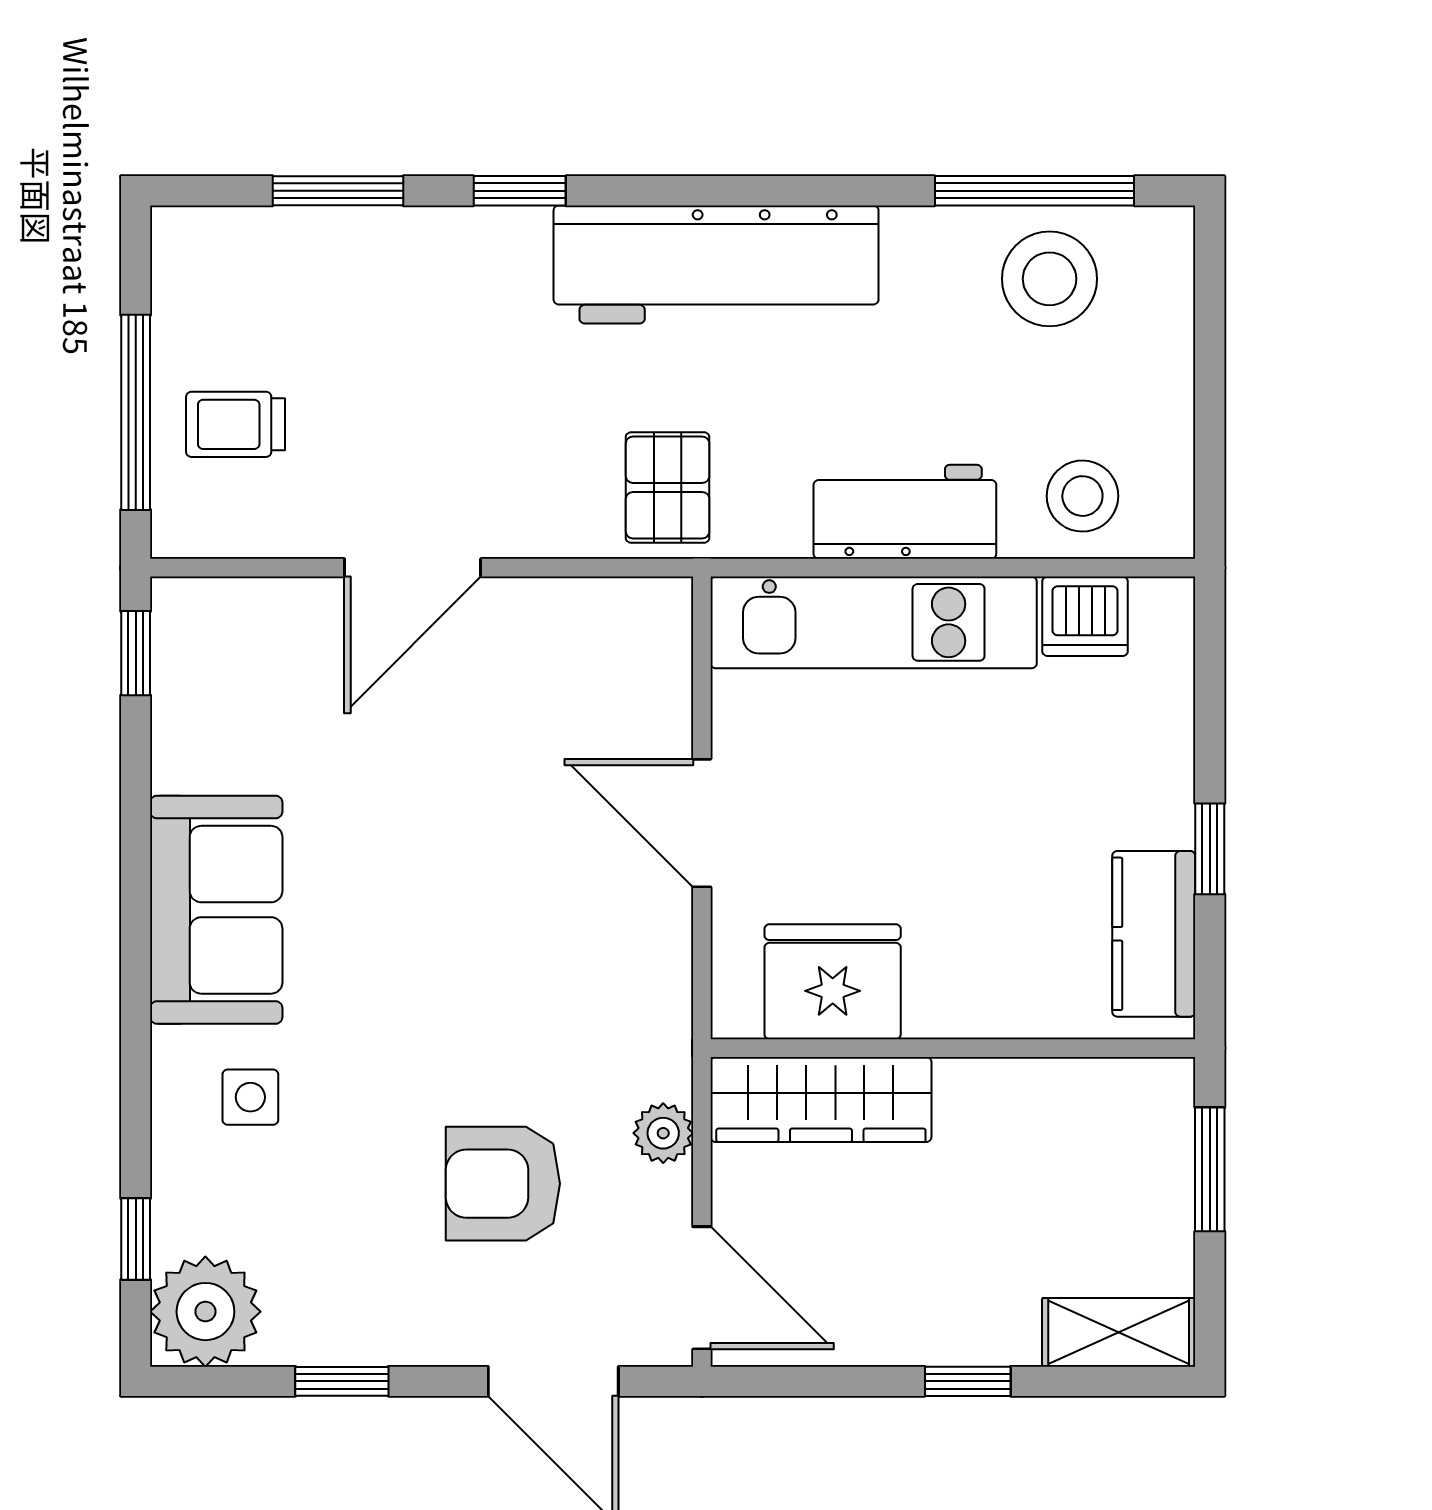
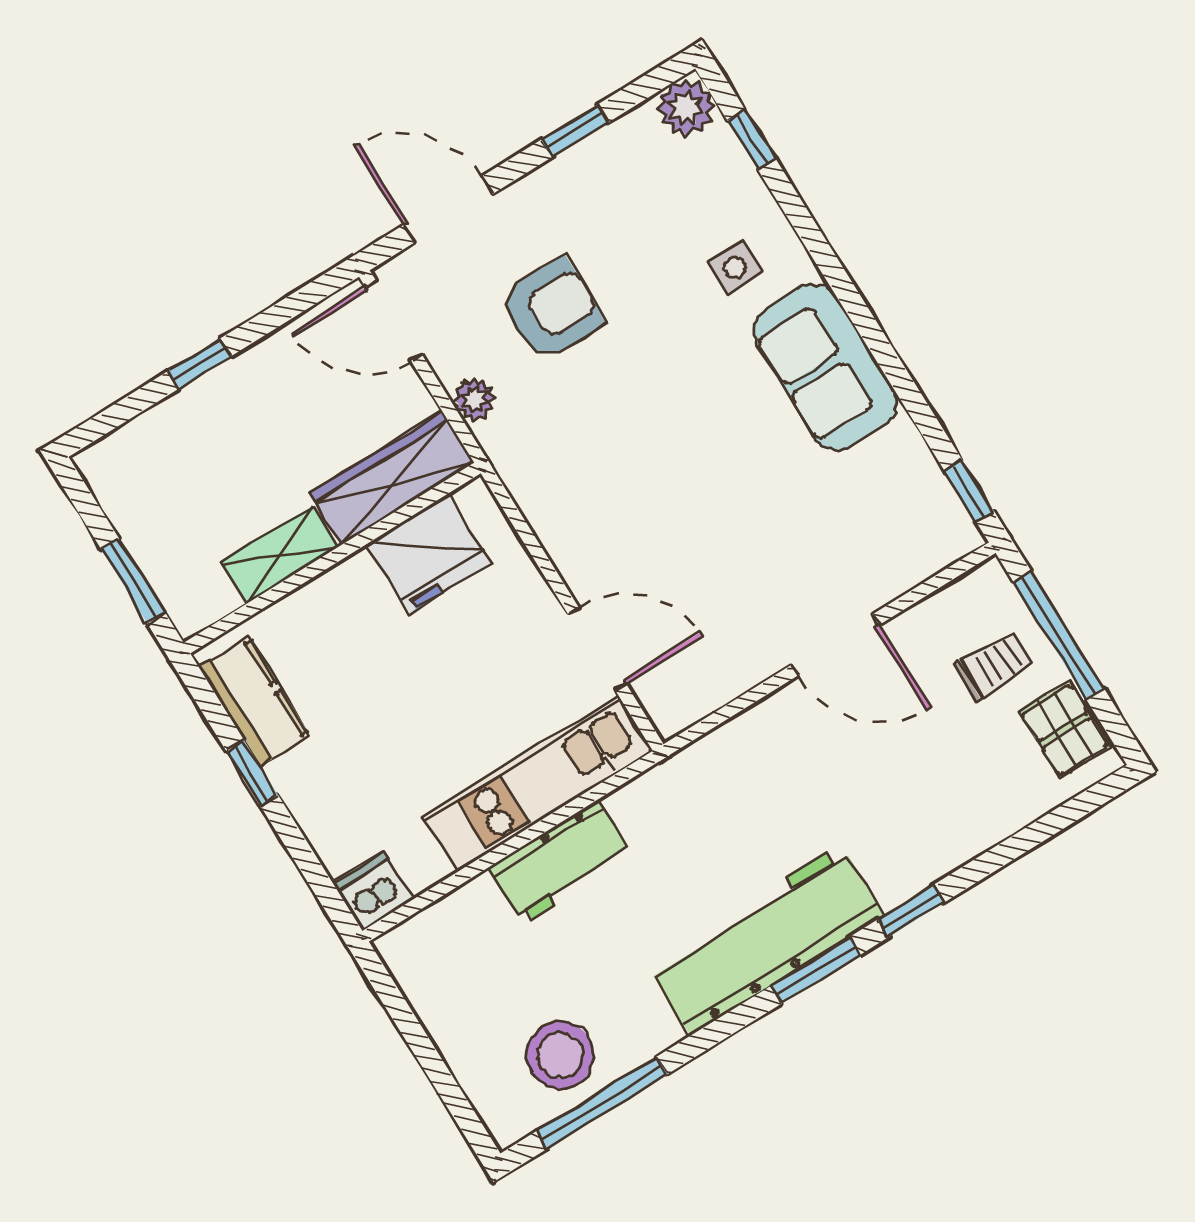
window: (338, 191) -> (815, 971), moved
pallet: (668, 487) -> (1065, 730), moved
stool: (1082, 496) -> (460, 937), removed
door: (413, 568) -> (835, 645), swing flipped
dishwasher: (1085, 616) -> (373, 891), moved
door: (702, 823) -> (597, 649), moved
plant: (205, 1312) -> (686, 108), width x0.73, depth x0.73
shelving: (1119, 1332) -> (280, 555), moved

